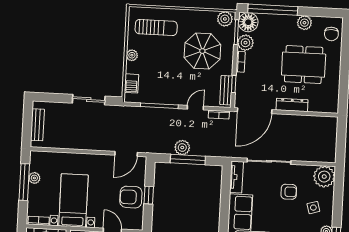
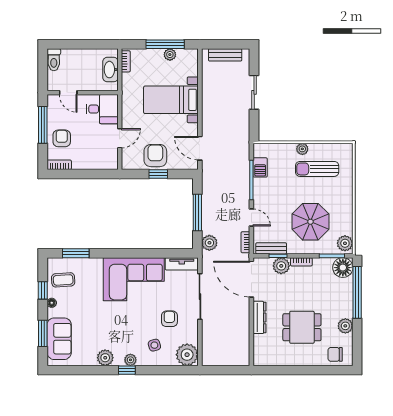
sun lounger: (156, 27) -> (317, 169), moved, turned 90
plant: (245, 43) -> (281, 266), moved
dining table: (304, 65) -> (302, 327), width x0.73
barbecue: (131, 83) -> (260, 167), moved, turned -90
sliding door: (89, 100) -> (254, 92), moved
plant: (182, 148) -> (209, 243), moved
armchair: (289, 192) -> (169, 319), turned 180
bed with nightstands: (73, 200) -> (171, 100), moved, turned 180

